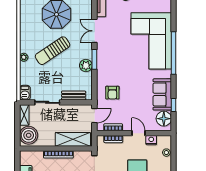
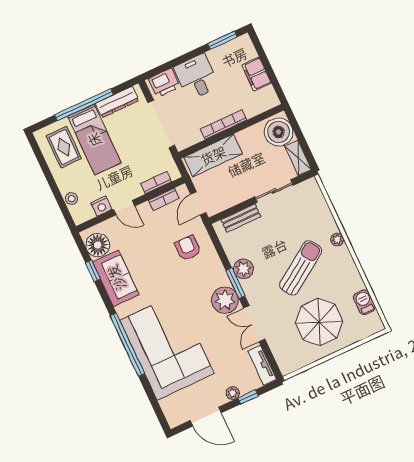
double door: (94, 31) -> (254, 324), swing flipped
plant: (105, 52) -> (225, 300), added
barbecue: (25, 93) -> (364, 302), moved

